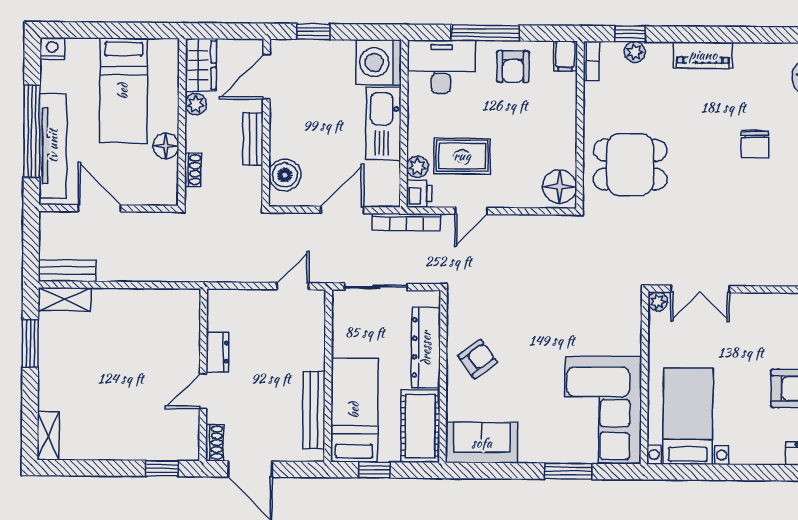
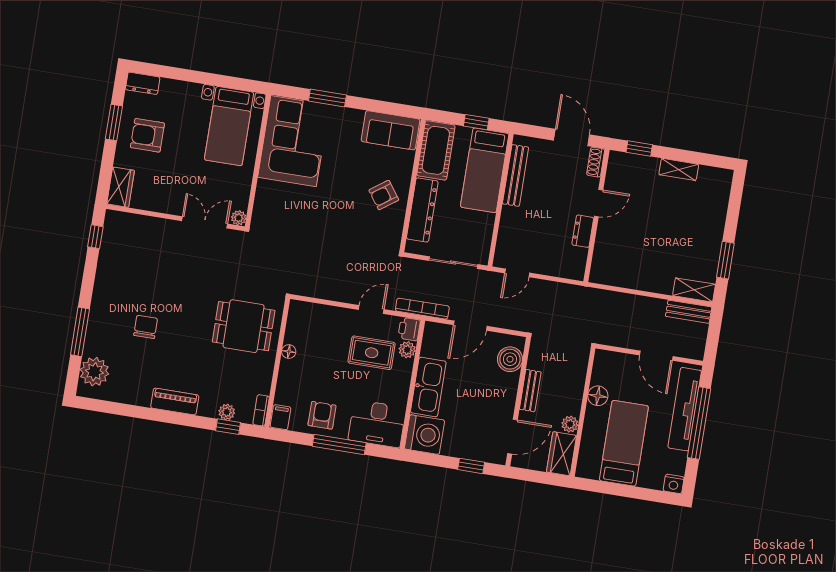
shoe rack: (193, 170) -> (580, 374), removed
floor lamp: (560, 187) -> (289, 352), moved, width x0.53, depth x0.53
shelving: (48, 436) -> (679, 169), moved, turned 90

